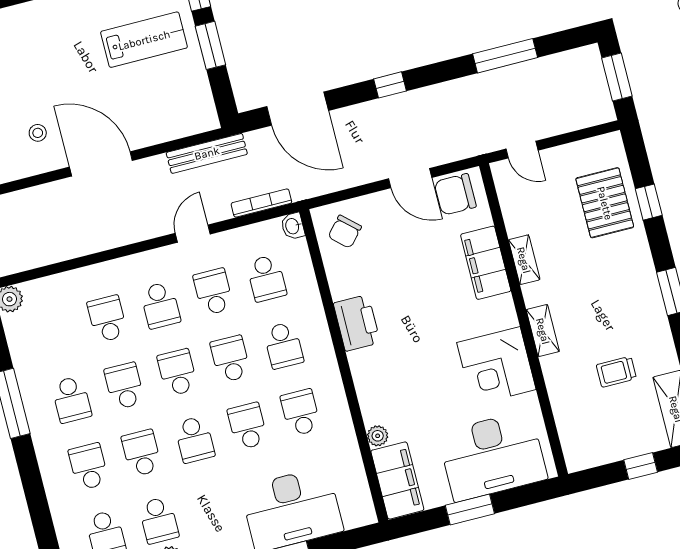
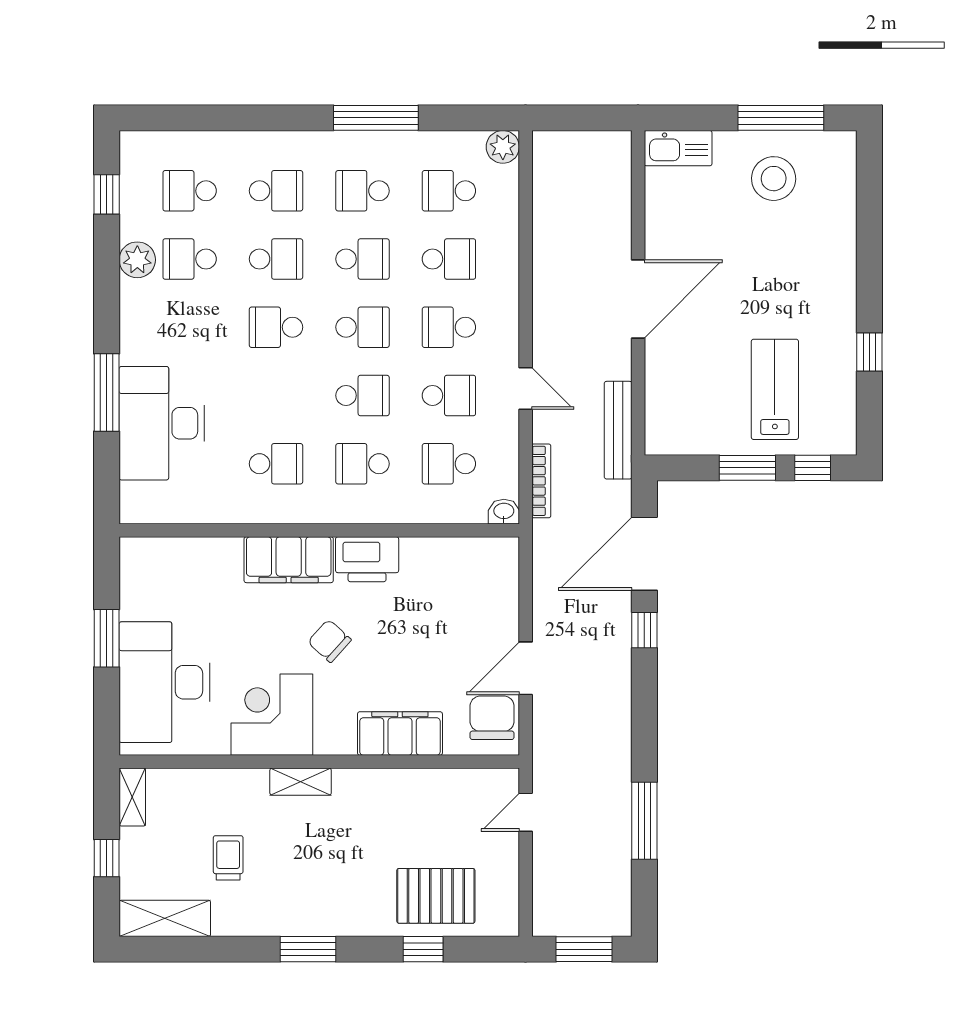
lab bench: (144, 40) -> (775, 389), turned 180
window: (390, 85) -> (644, 630), moved
stool: (38, 133) -> (695, 232), removed
chair: (345, 232) -> (330, 641), moved
shelving: (524, 260) -> (132, 797), moved, turned 90
school desk: (248, 426) -> (449, 191), moved, turned 180
plant: (378, 436) -> (224, 550), removed
filing cabinet: (397, 480) -> (289, 560), moved

